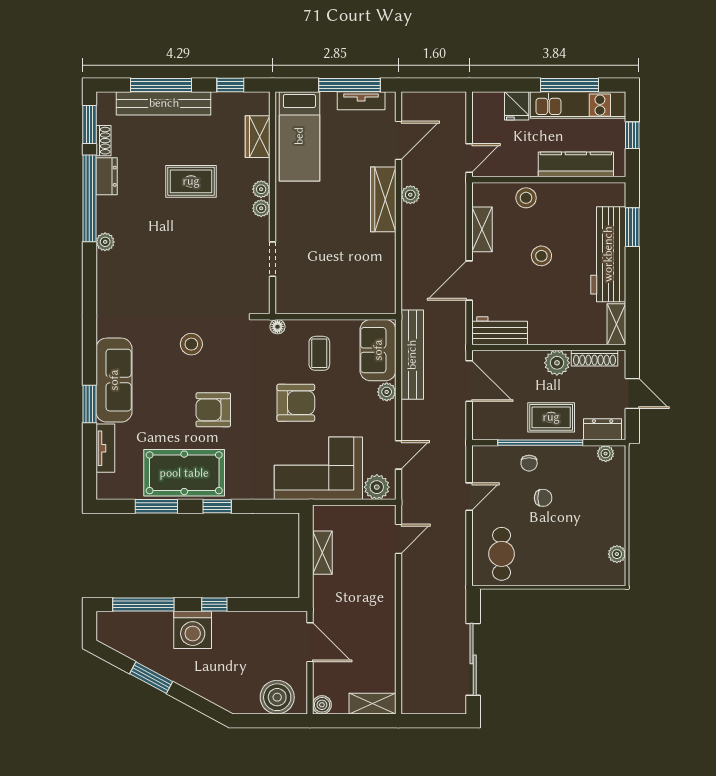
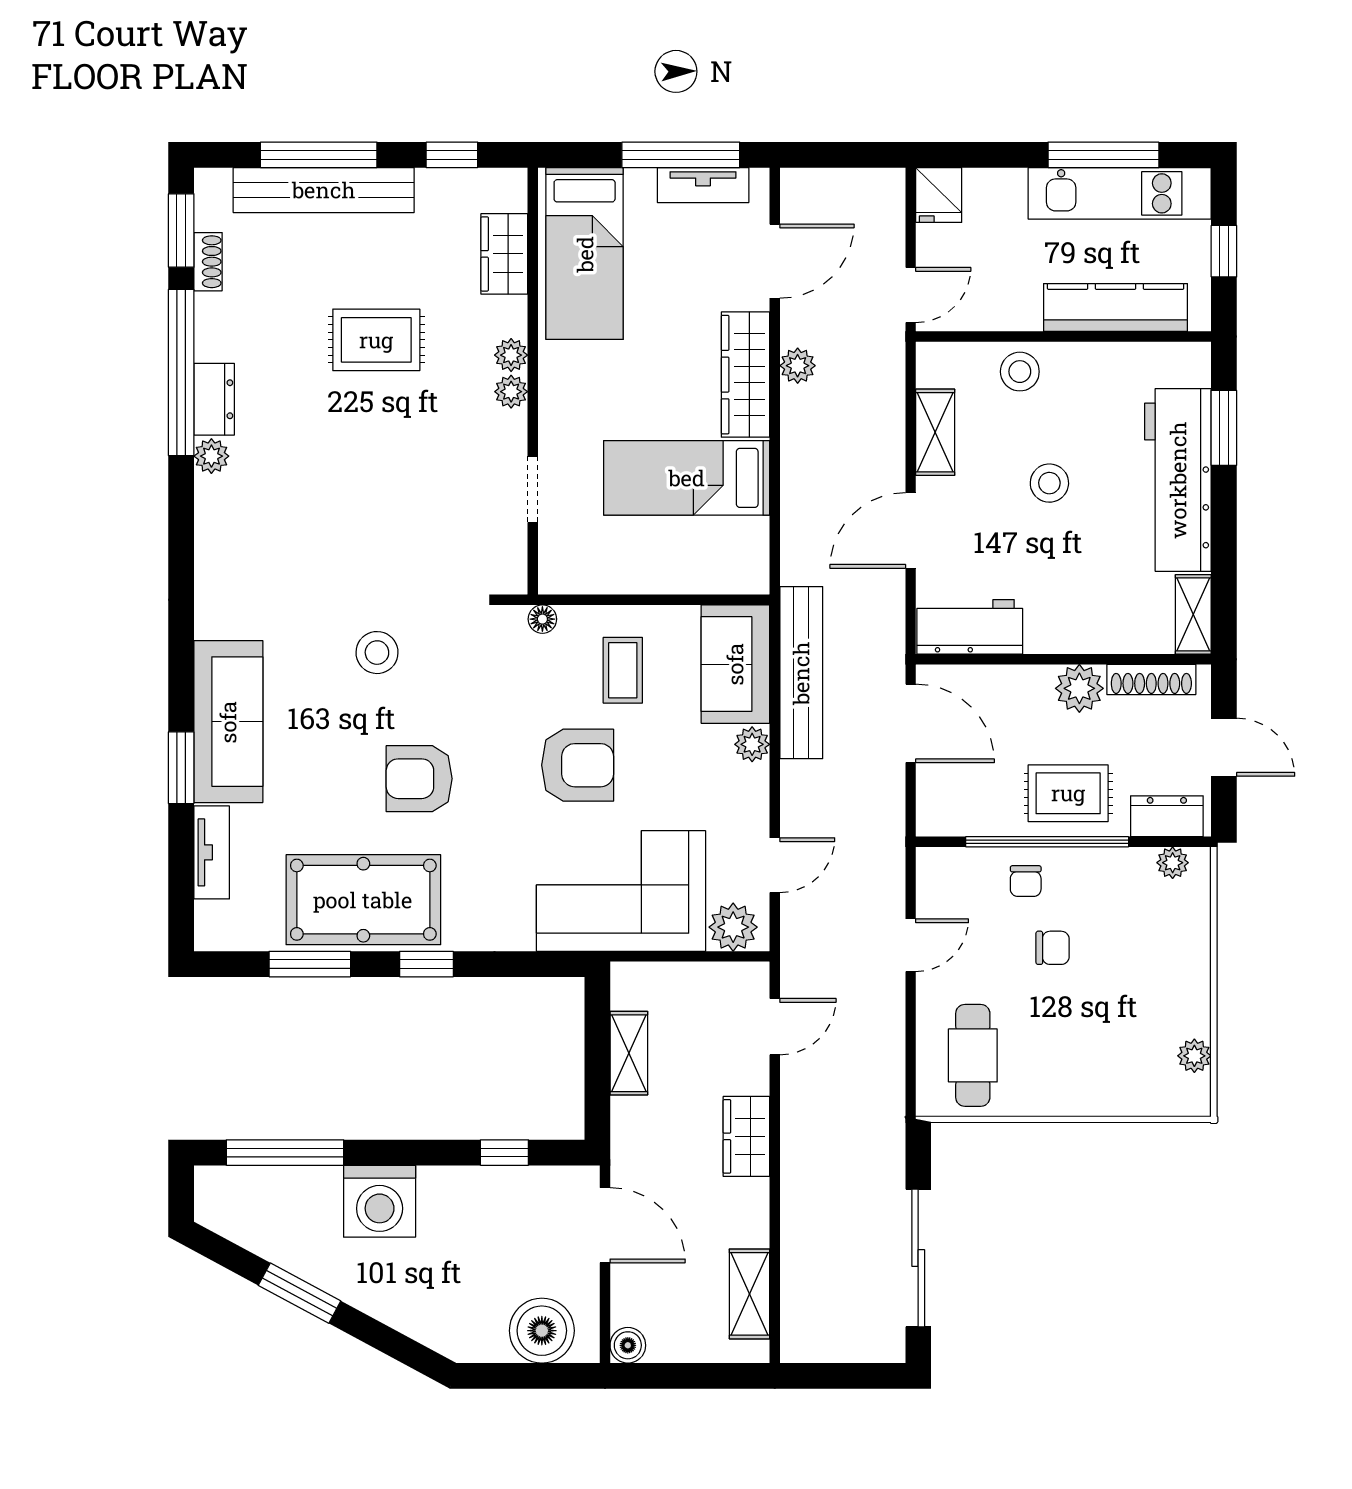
fridge: (517, 106) -> (939, 195), moved
dresser: (107, 176) -> (214, 399), moved
bed: (353, 253) -> (687, 478), added
wardrobe: (384, 596) -> (746, 1136), added
window: (214, 604) -> (504, 1153), moved
shelving: (372, 704) -> (749, 1294), moved, turned 90

